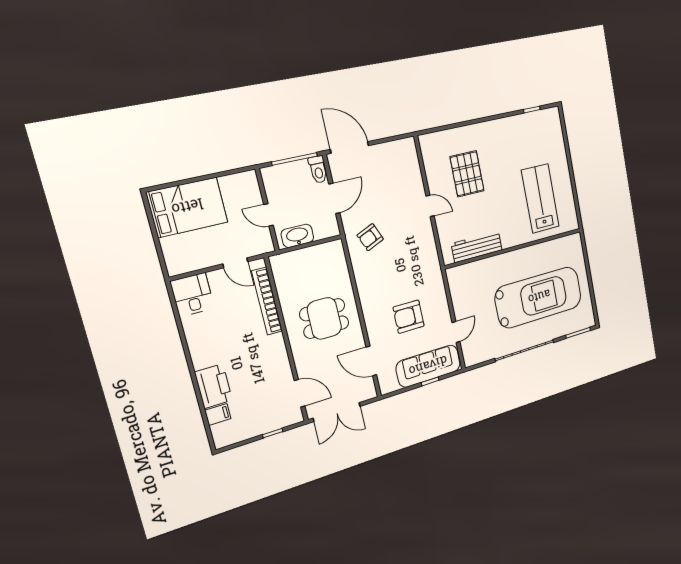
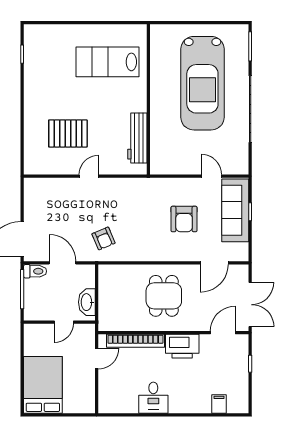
desk: (192, 295) -> (153, 398), moved, turned -90
car: (539, 297) -> (202, 83), turned 180
printer: (214, 386) -> (182, 346), moved, turned 180

